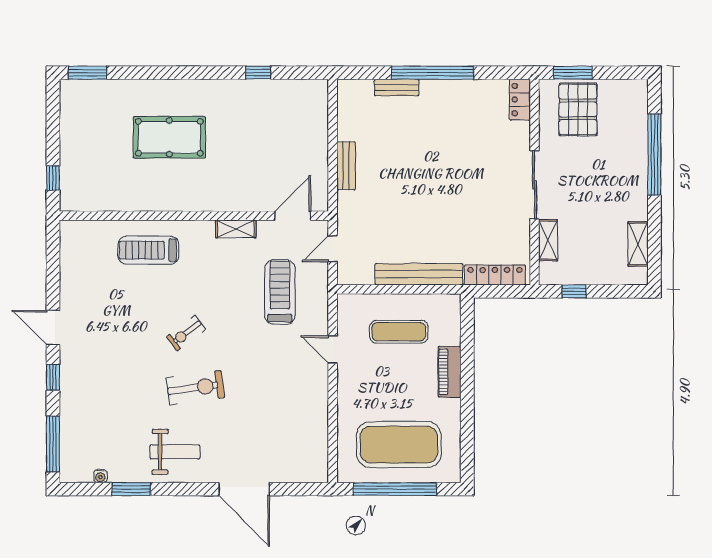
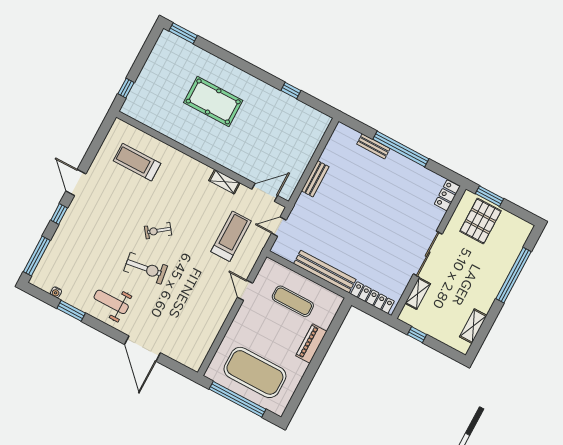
treadmill: (148, 250) -> (137, 162), moved
weight bench: (175, 452) -> (111, 302), turned 180

